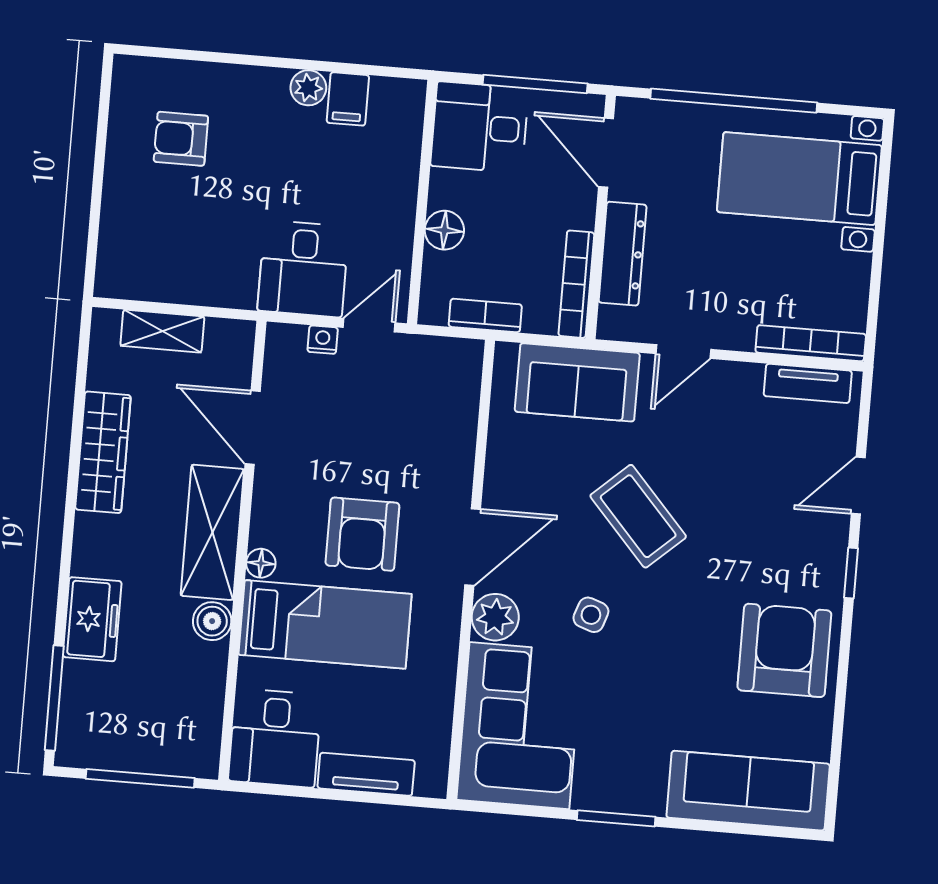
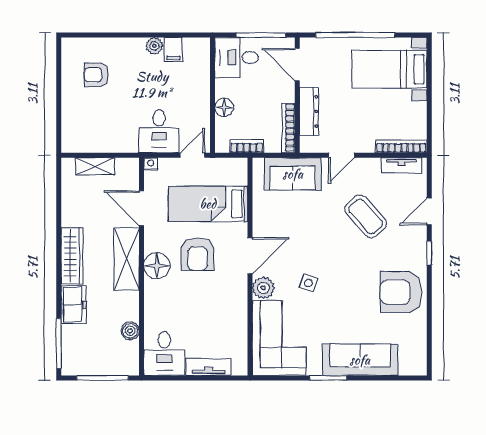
nightstand: (323, 340) -> (151, 164), moved
wardrobe: (103, 452) -> (72, 256), moved
coffee table: (638, 516) -> (366, 216), moved
floor lamp: (261, 563) -> (157, 266), width x1.89, depth x1.89
boiler: (212, 621) -> (130, 331), moved
bed: (325, 624) -> (208, 204), moved, turned 180
armchair: (784, 650) -> (401, 292), turned -90
sofa: (748, 791) -> (360, 360), moved

